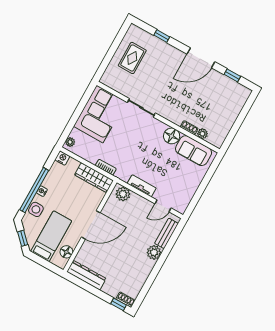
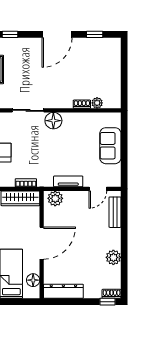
floor lamp: (172, 136) -> (53, 121), moved
sofa: (194, 151) -> (110, 146), moved, turned 90
plant: (154, 252) -> (113, 257), moved

